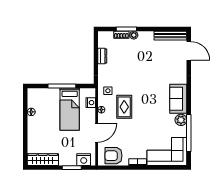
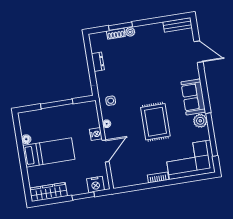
bench: (170, 36) -> (178, 25), width x0.73
door: (189, 51) -> (198, 52), moved
nightstand: (91, 103) -> (96, 134), moved
rug: (124, 107) -> (155, 122), moved, width x1.36, depth x1.43
bed: (70, 109) -> (49, 152), moved, turned -90
armchair: (113, 156) -> (129, 174), removed

